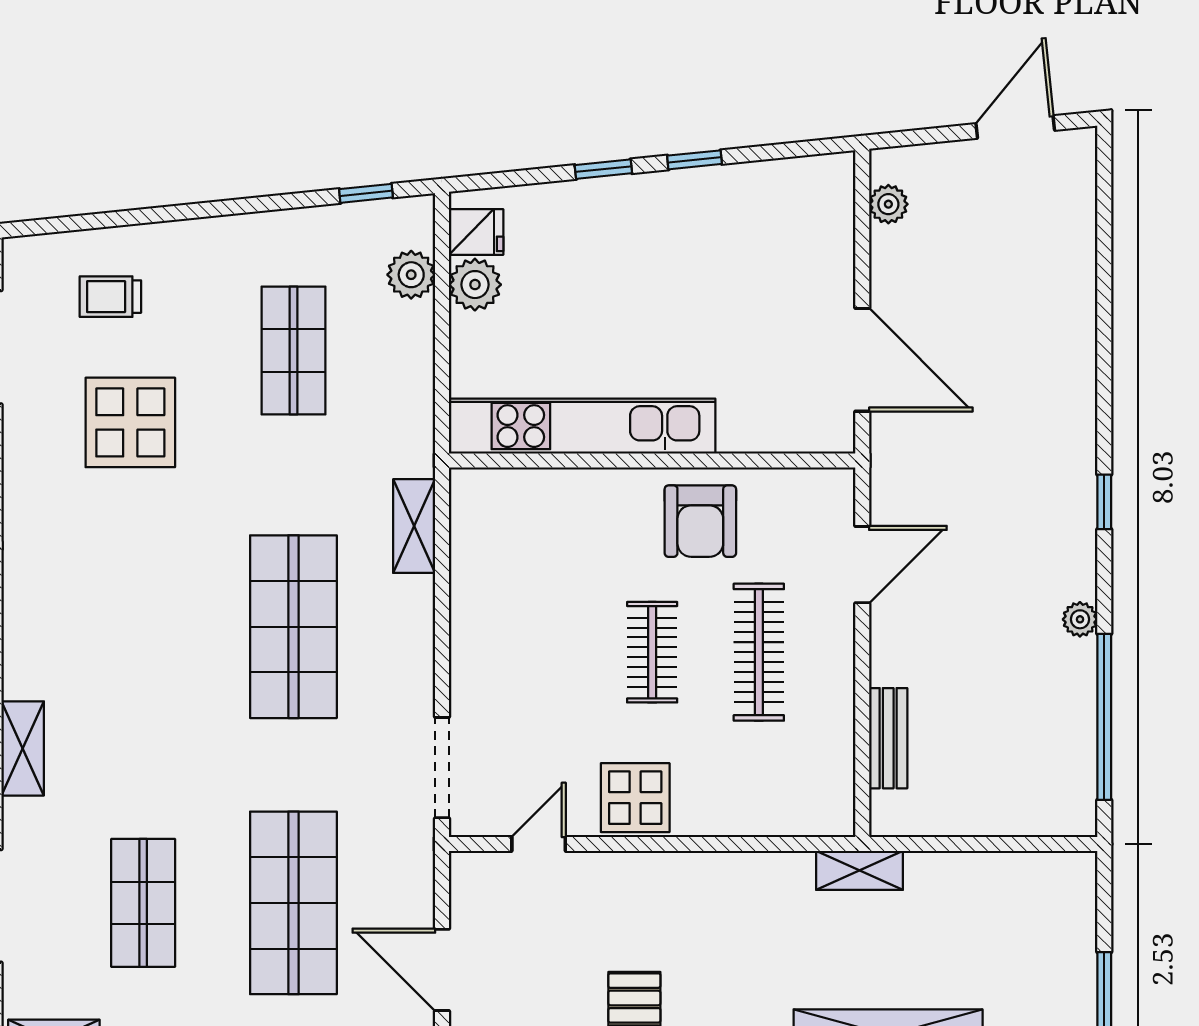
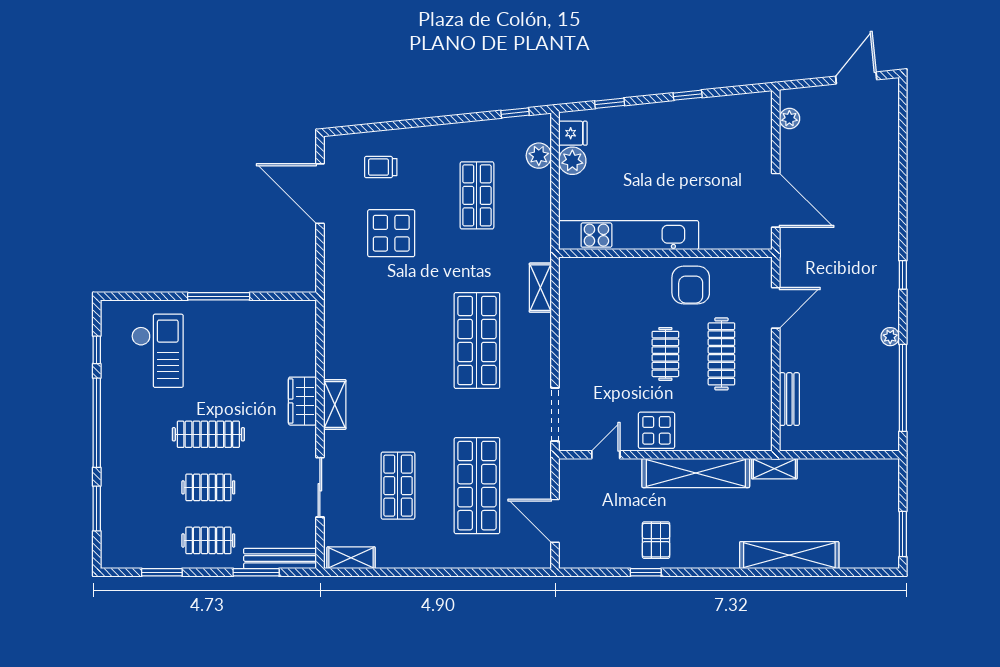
window: (603, 169) -> (610, 103), moved
shelving: (710, 879) -> (696, 473), added

